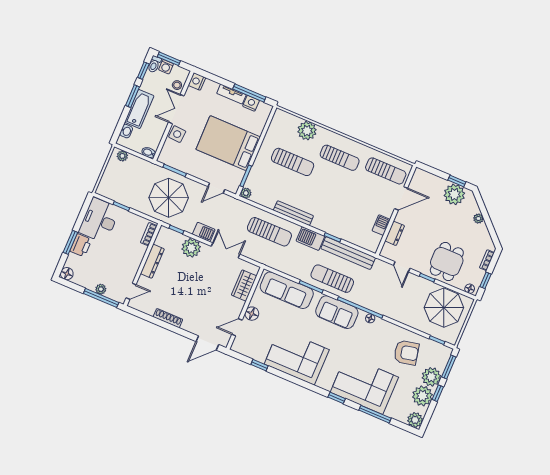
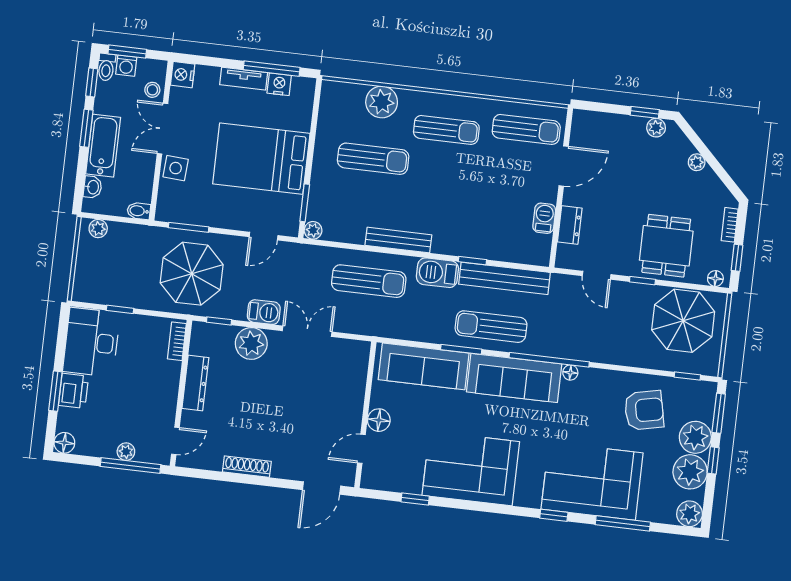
plant: (454, 194) -> (656, 128), width x0.53, depth x0.53
wardrobe: (244, 285) -> (353, 379), removed
sofa: (337, 312) -> (514, 378), width x1.36

